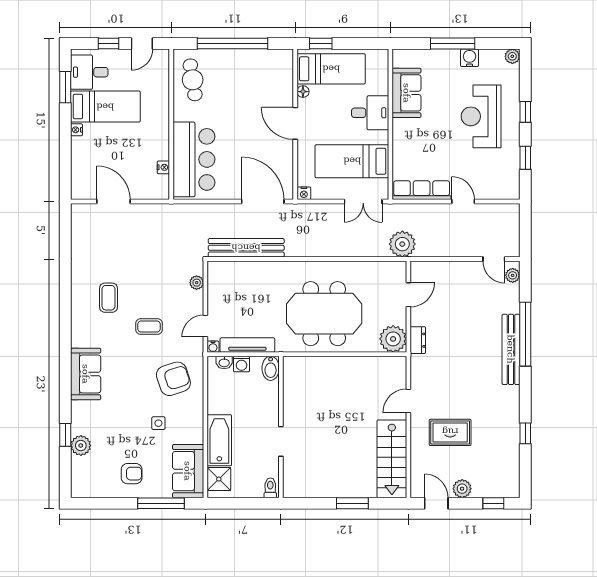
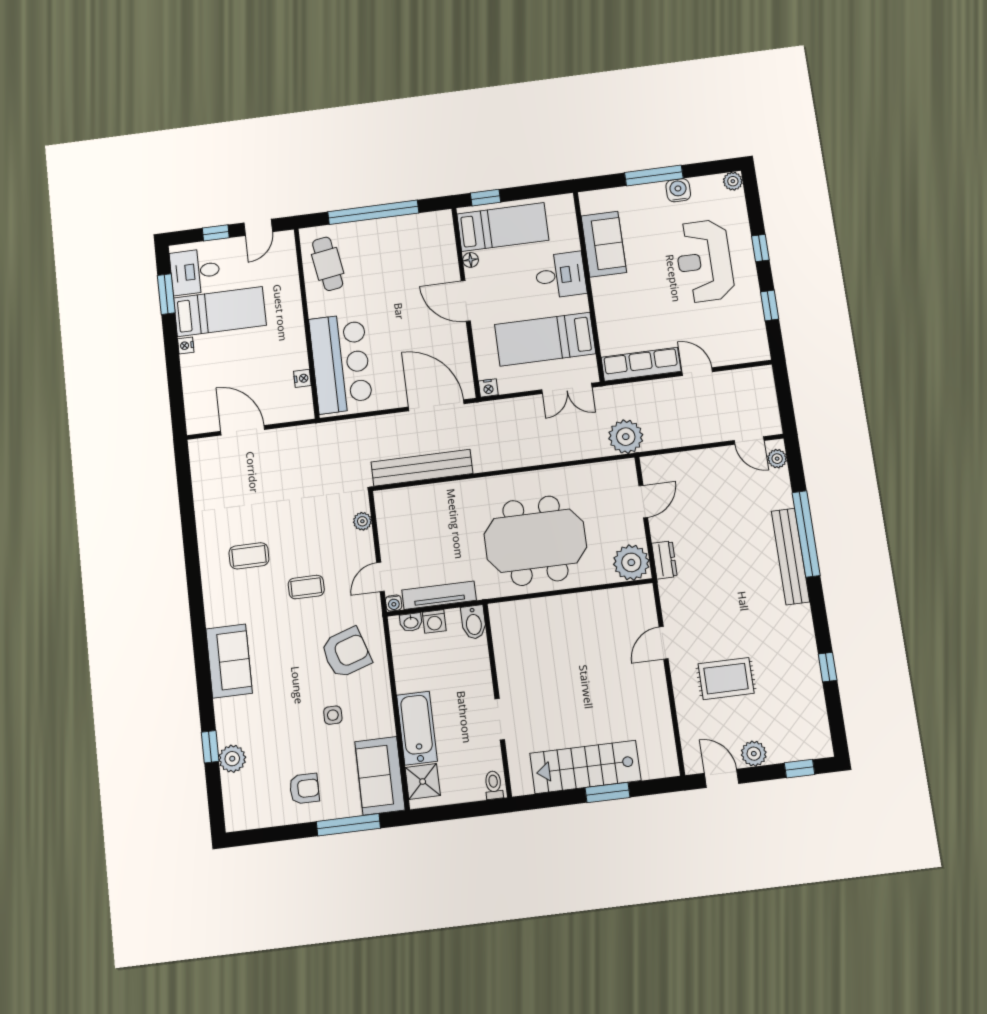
coffee table: (108, 298) -> (249, 556), turned 90
stairs: (392, 459) -> (585, 767), moved, turned 90

